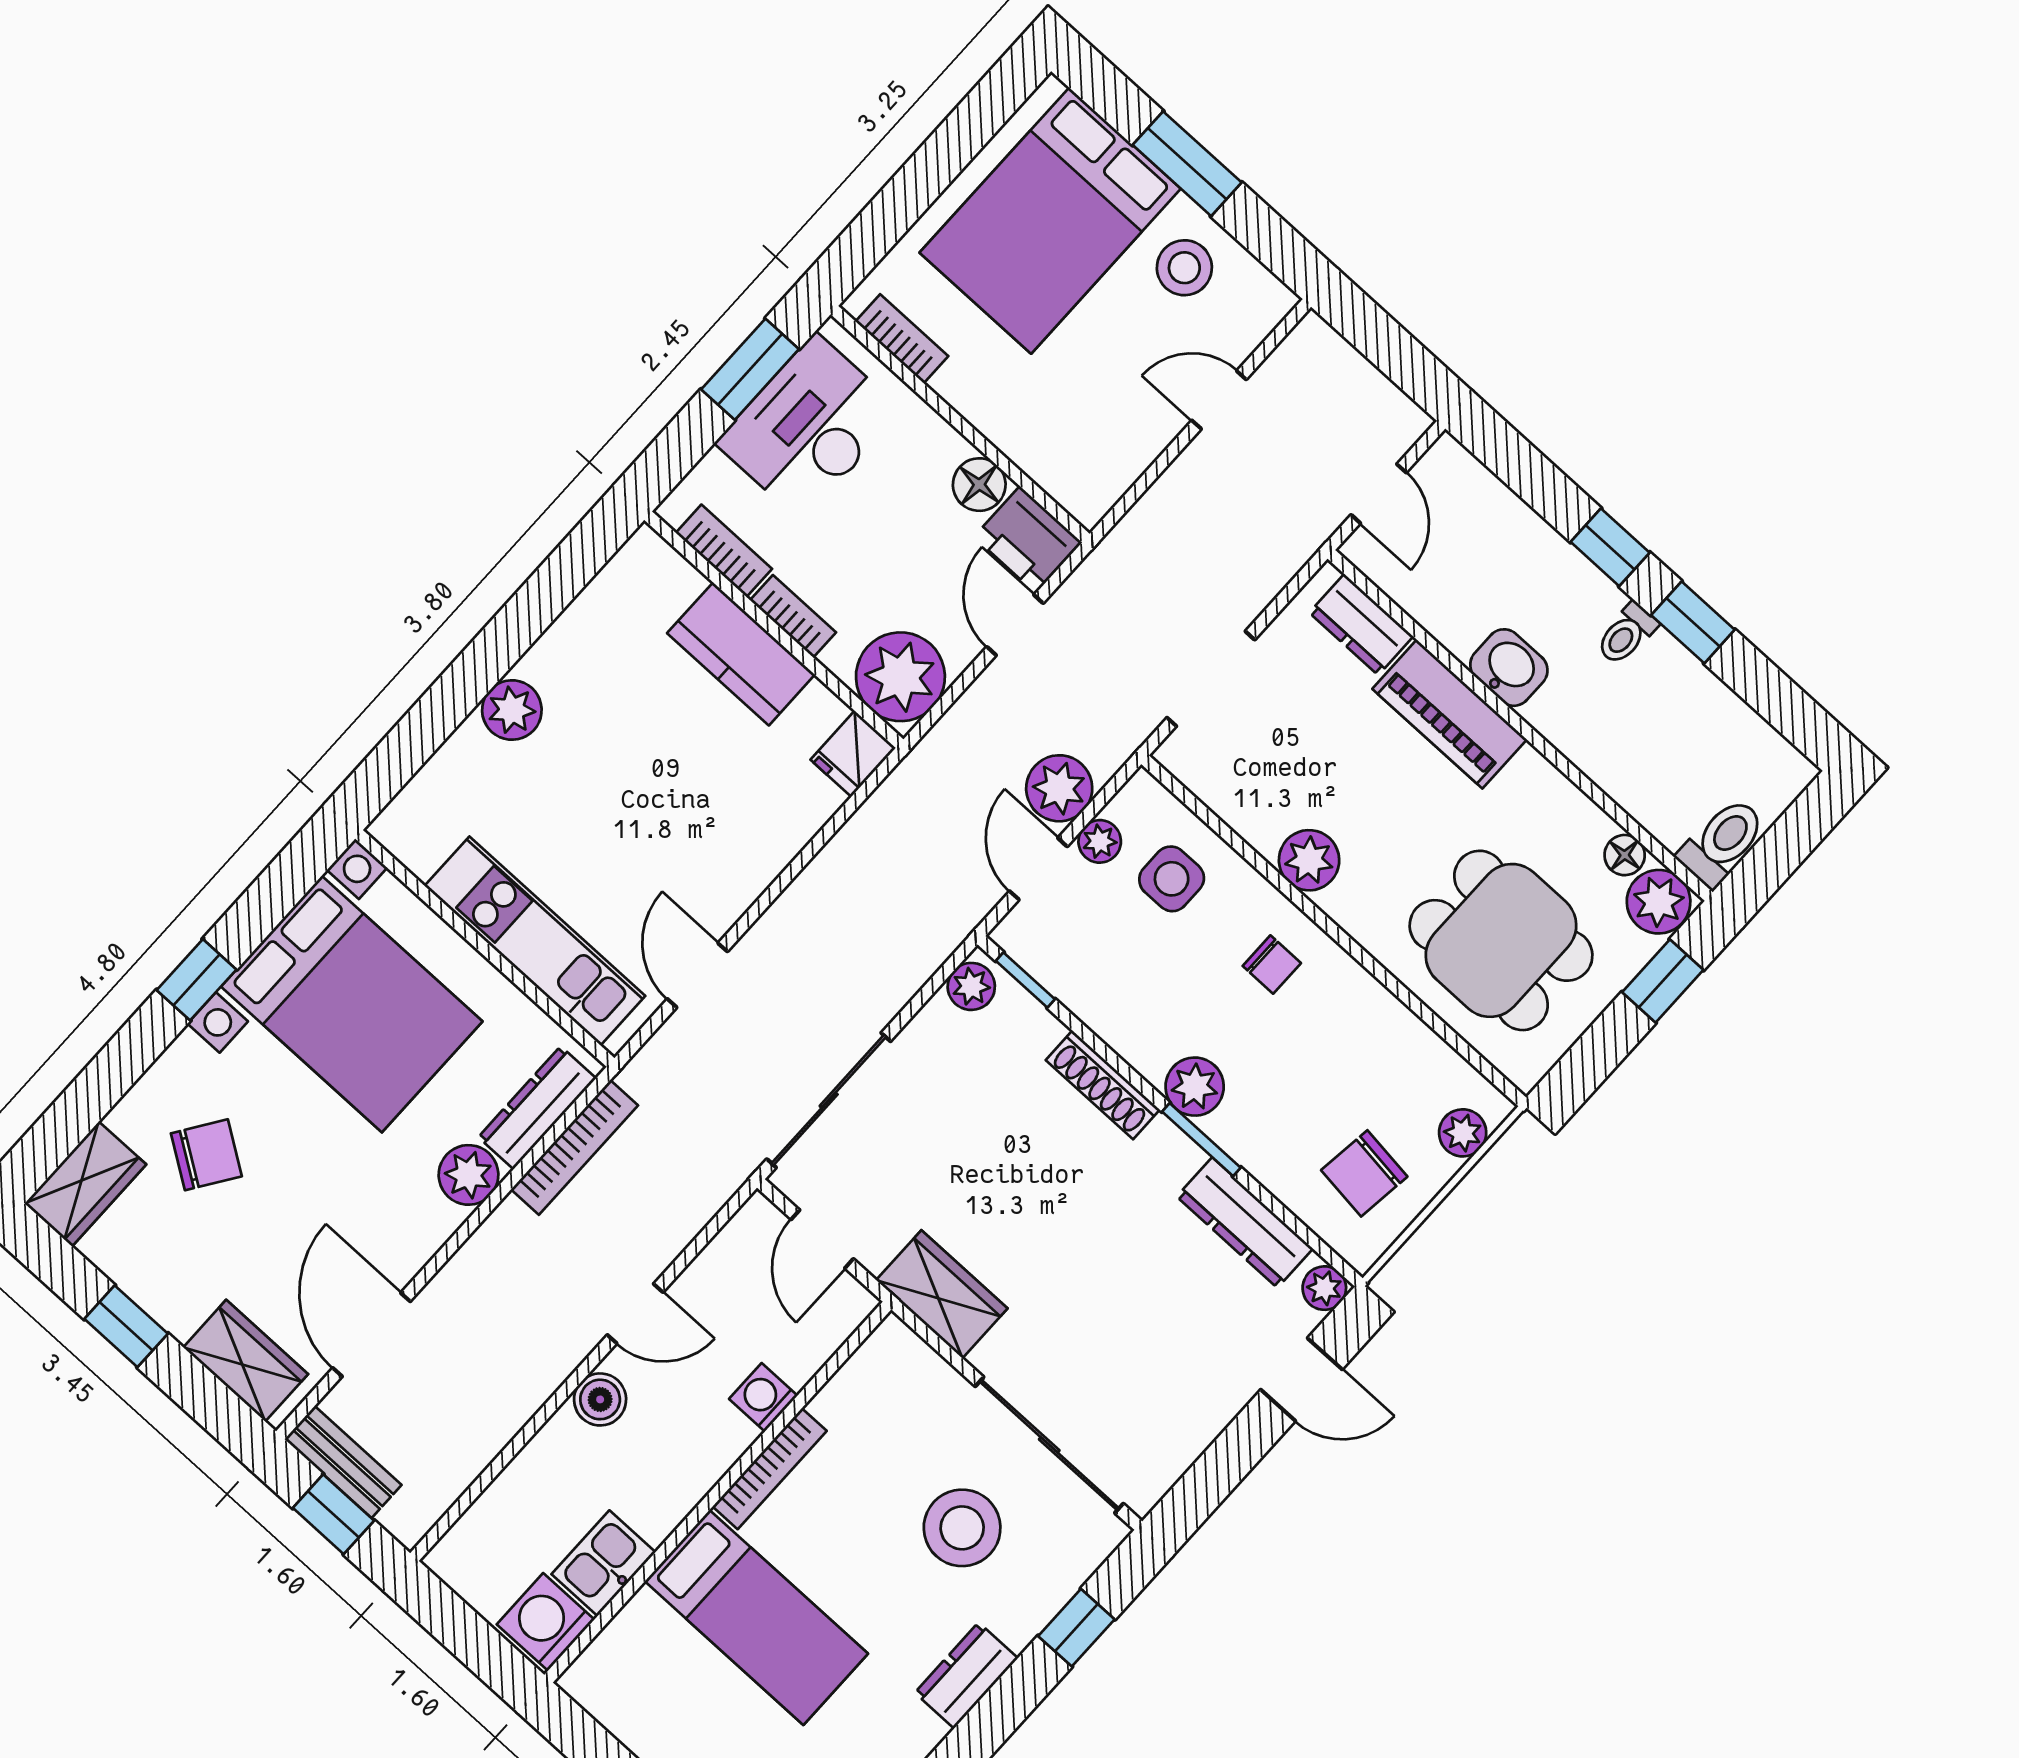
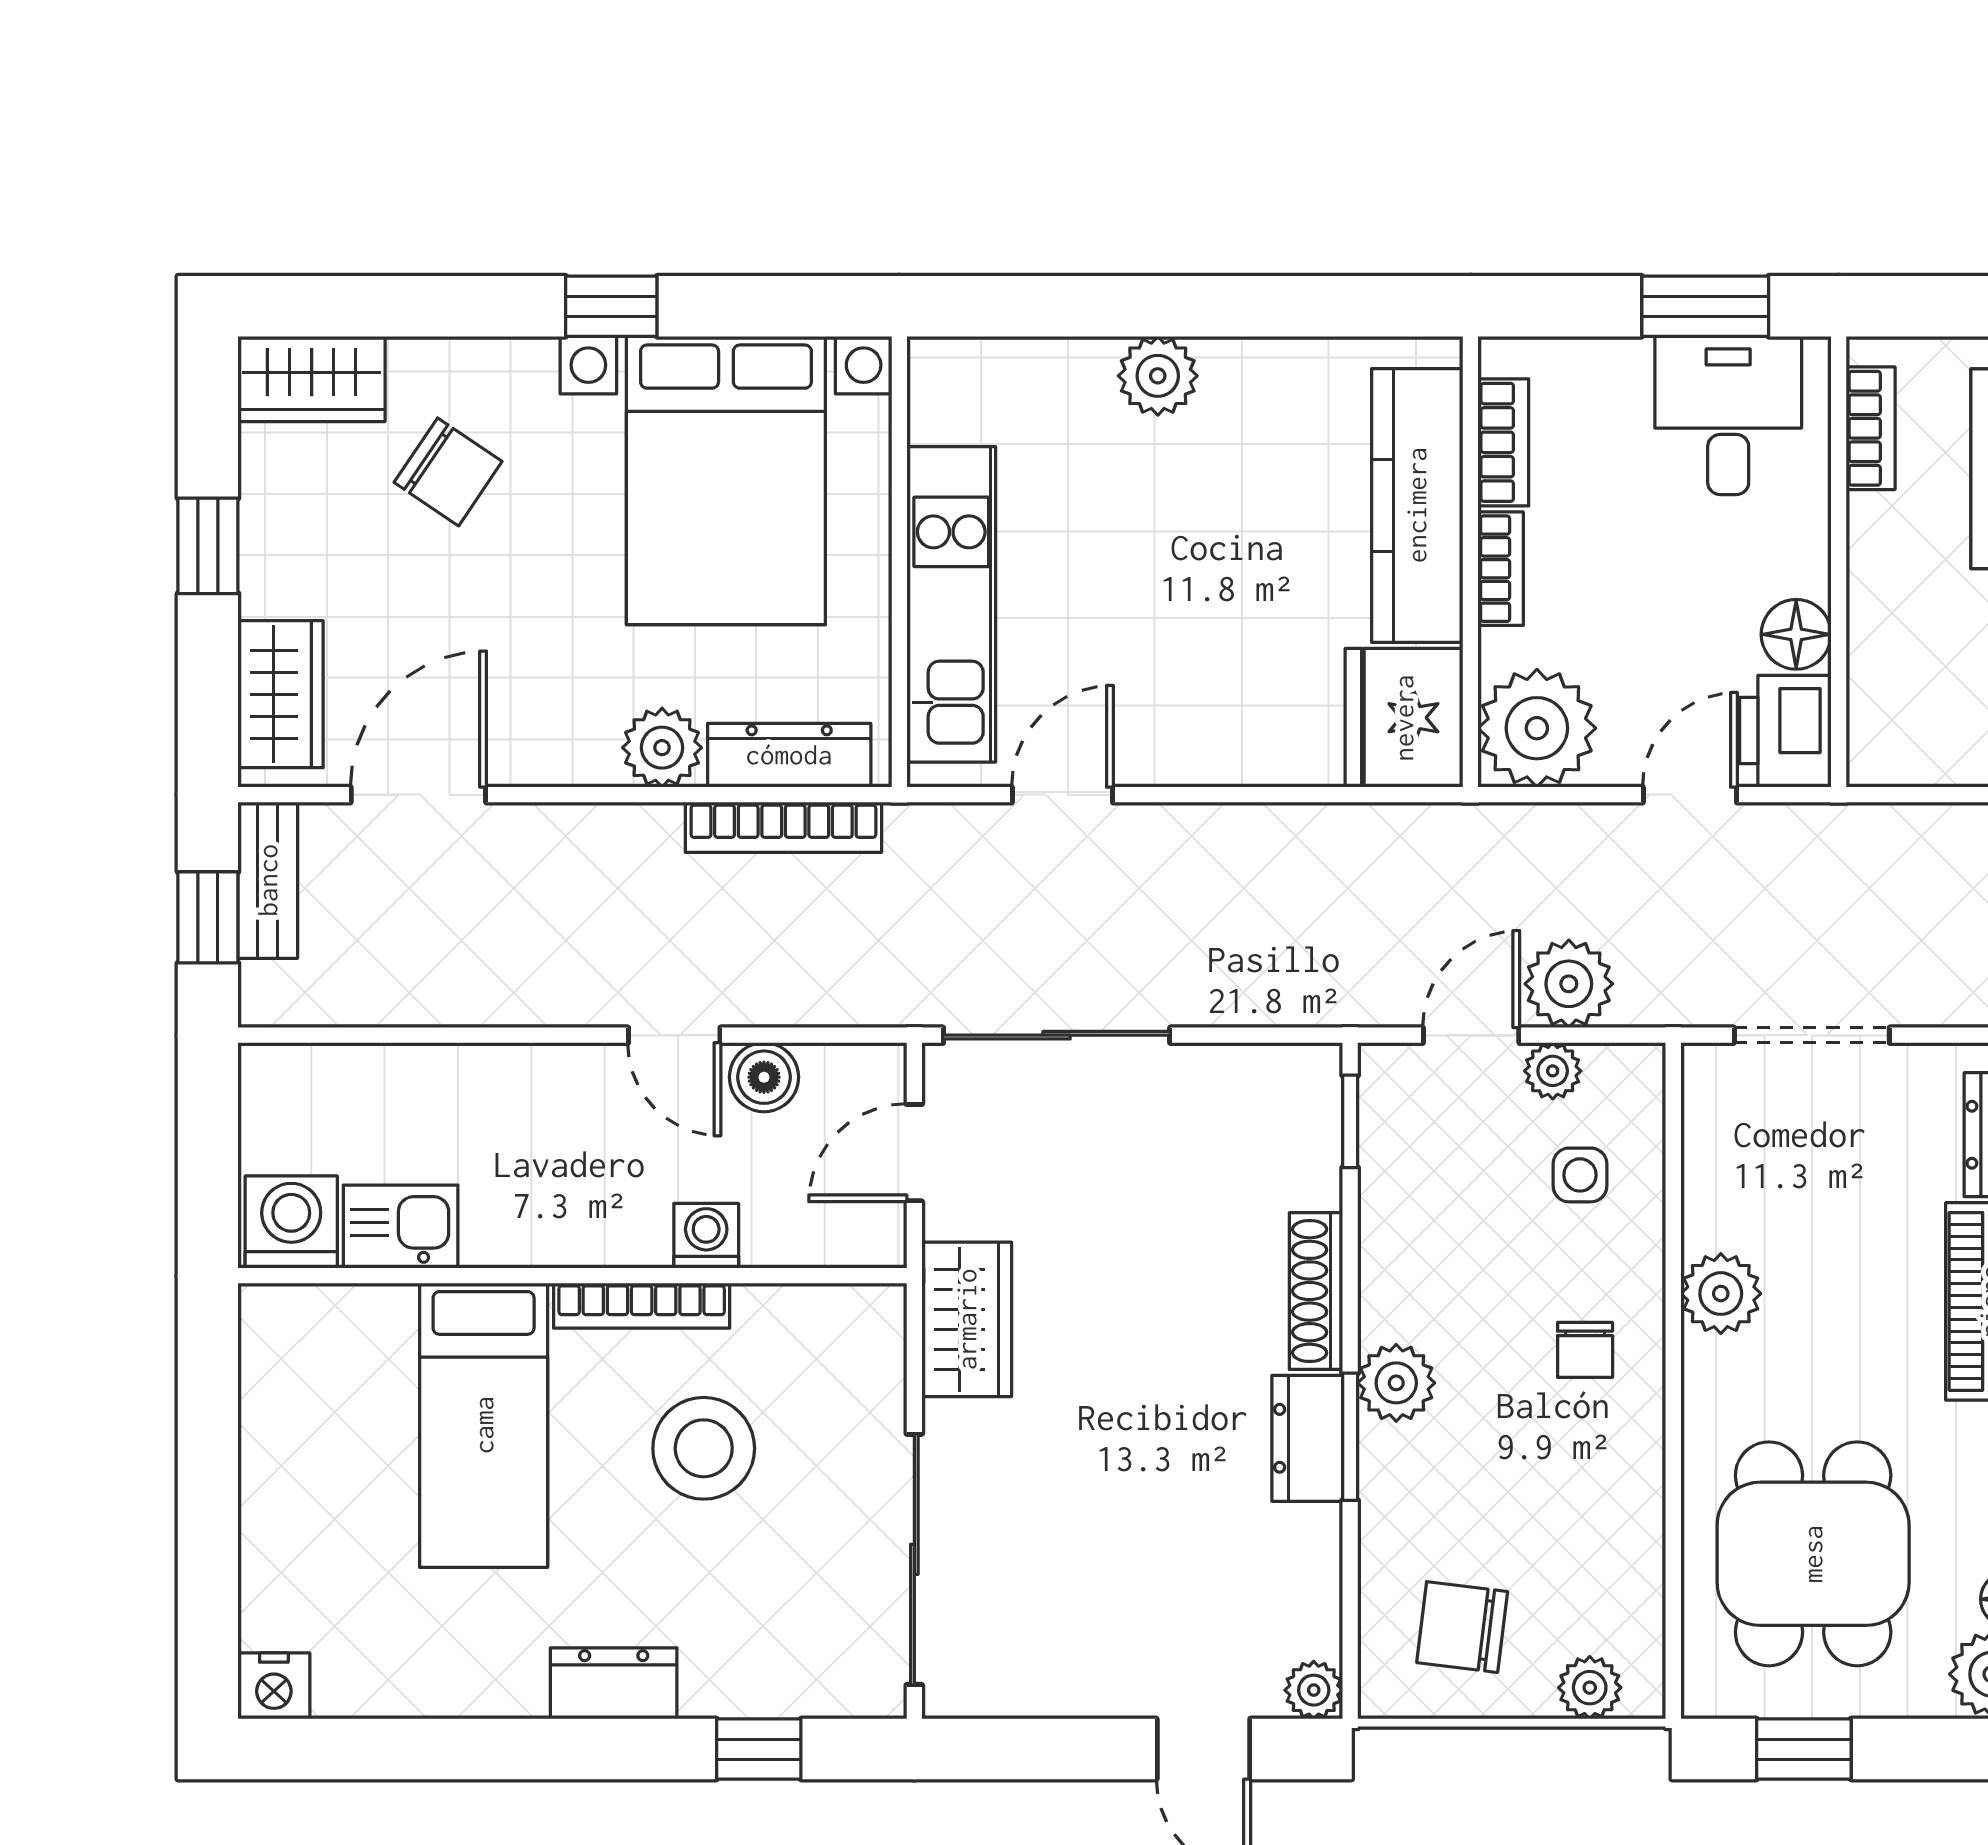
desk: (809, 427) -> (1728, 415), width x0.73
kitchen counter: (741, 654) -> (1417, 505), width x1.50
fridge: (853, 754) -> (1404, 718), width x1.88, depth x1.34
side table: (1172, 879) -> (1580, 1175), width x0.73, depth x0.73
window: (1663, 981) -> (1804, 1749), moved
plant: (971, 986) -> (1296, 1074), removed
dresser: (1245, 1223) -> (1307, 1438), moved, width x0.70
boiler: (600, 1399) -> (764, 1077), moved
stool: (962, 1528) -> (704, 1448), moved

